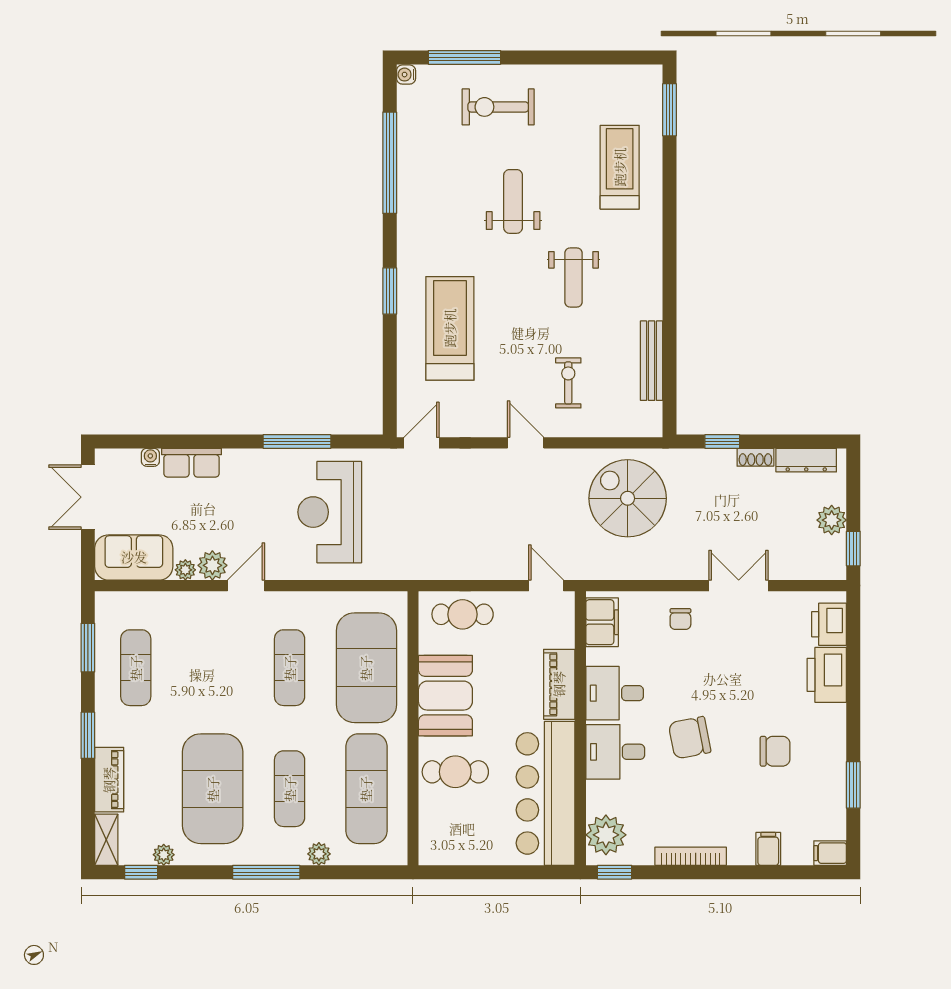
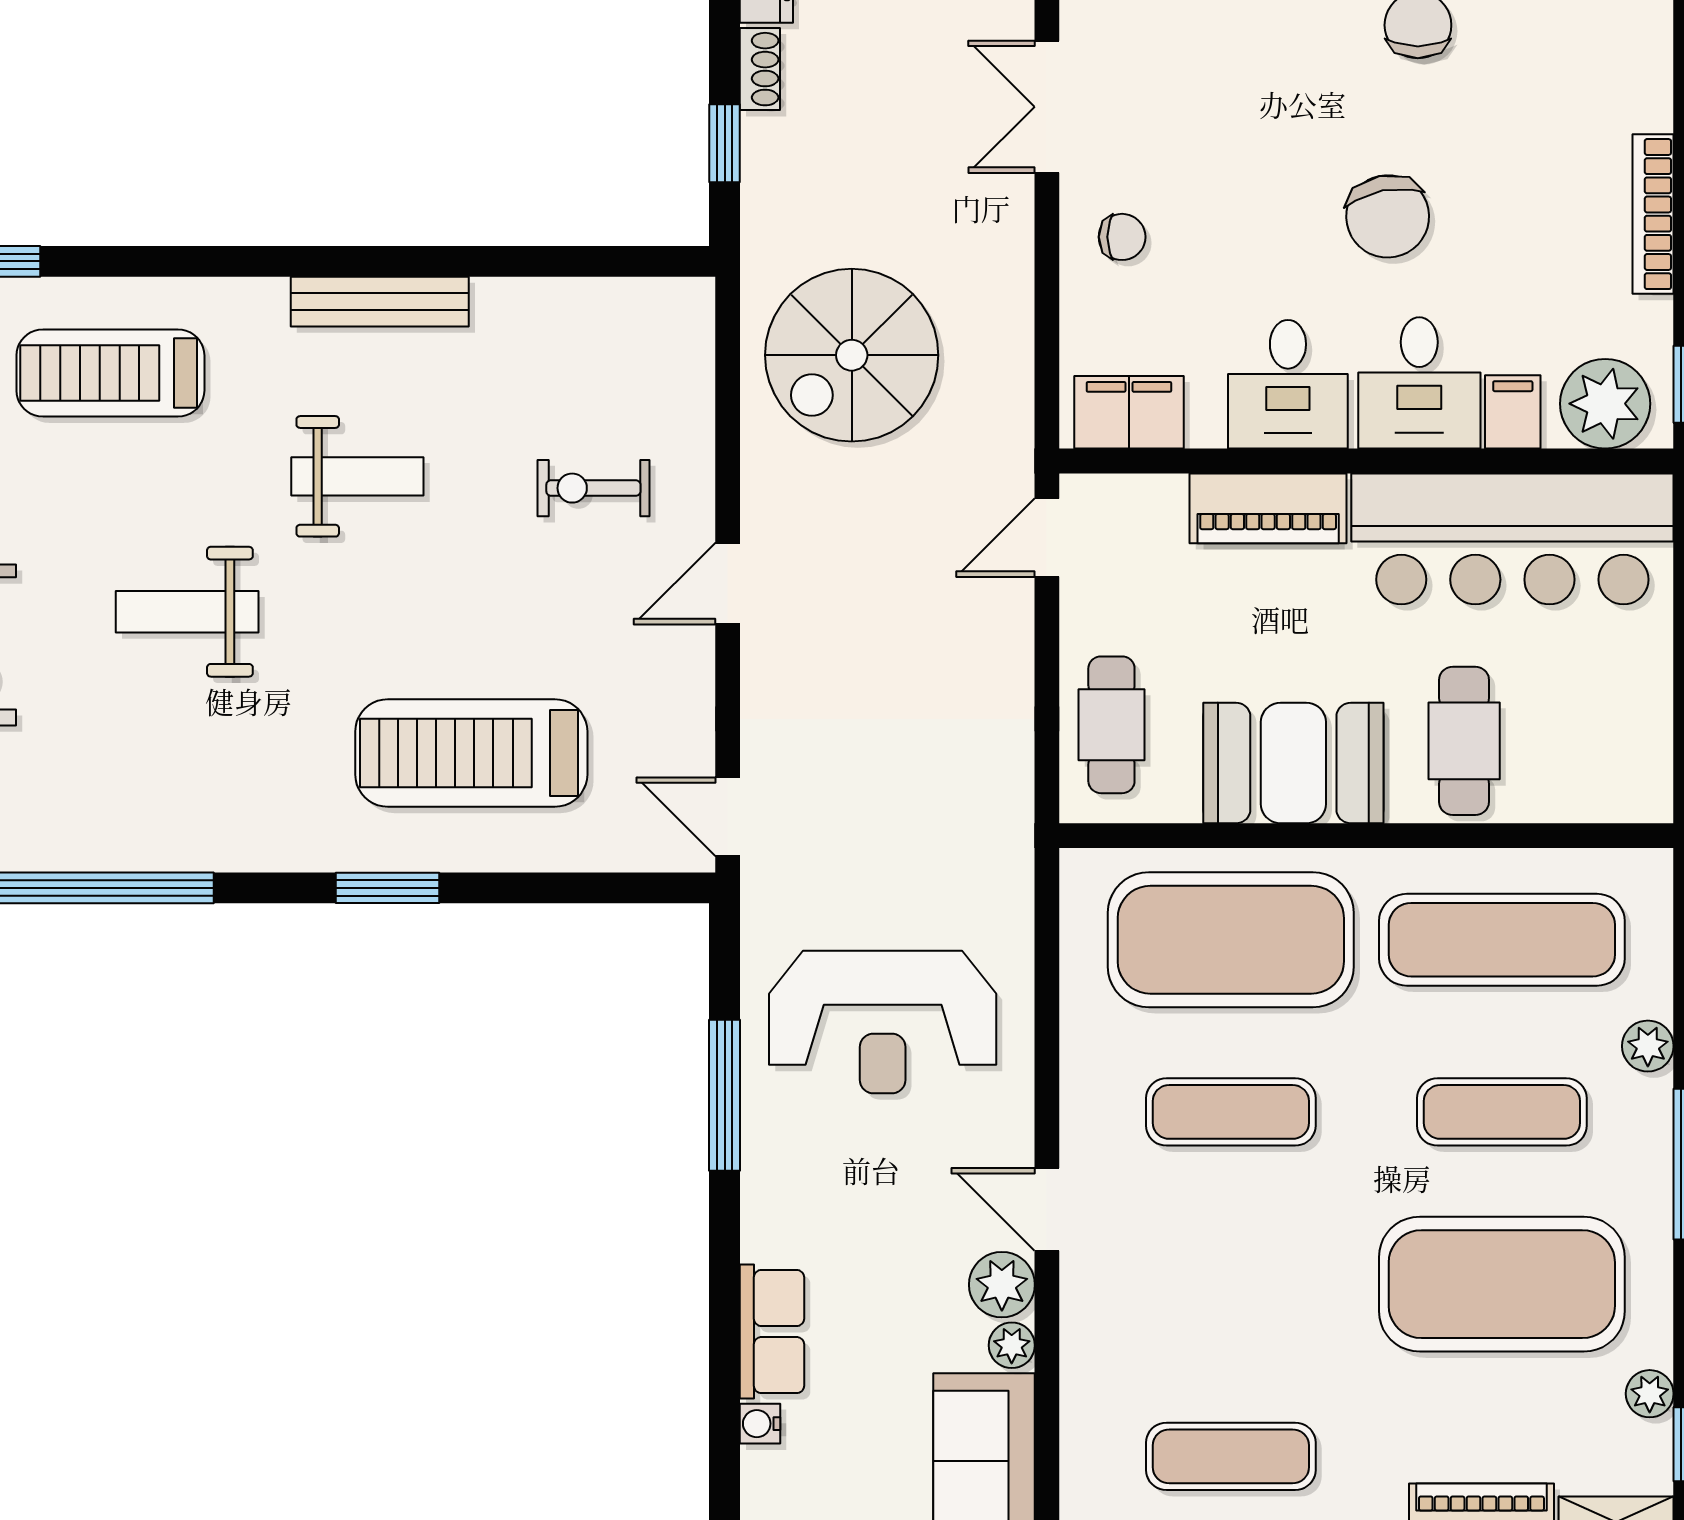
bench: (652, 361) -> (380, 302), moved
filing cabinet: (768, 849) -> (1513, 412), moved, turned 90

